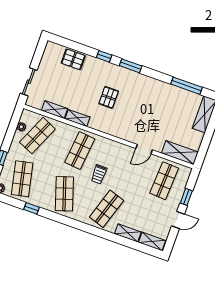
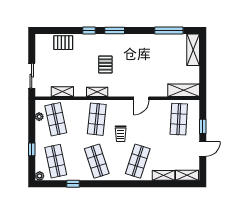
shelving: (77, 118) -> (97, 92), moved
shop shelf: (37, 136) -> (56, 119), turned -36
door: (144, 149) -> (141, 98), moved

